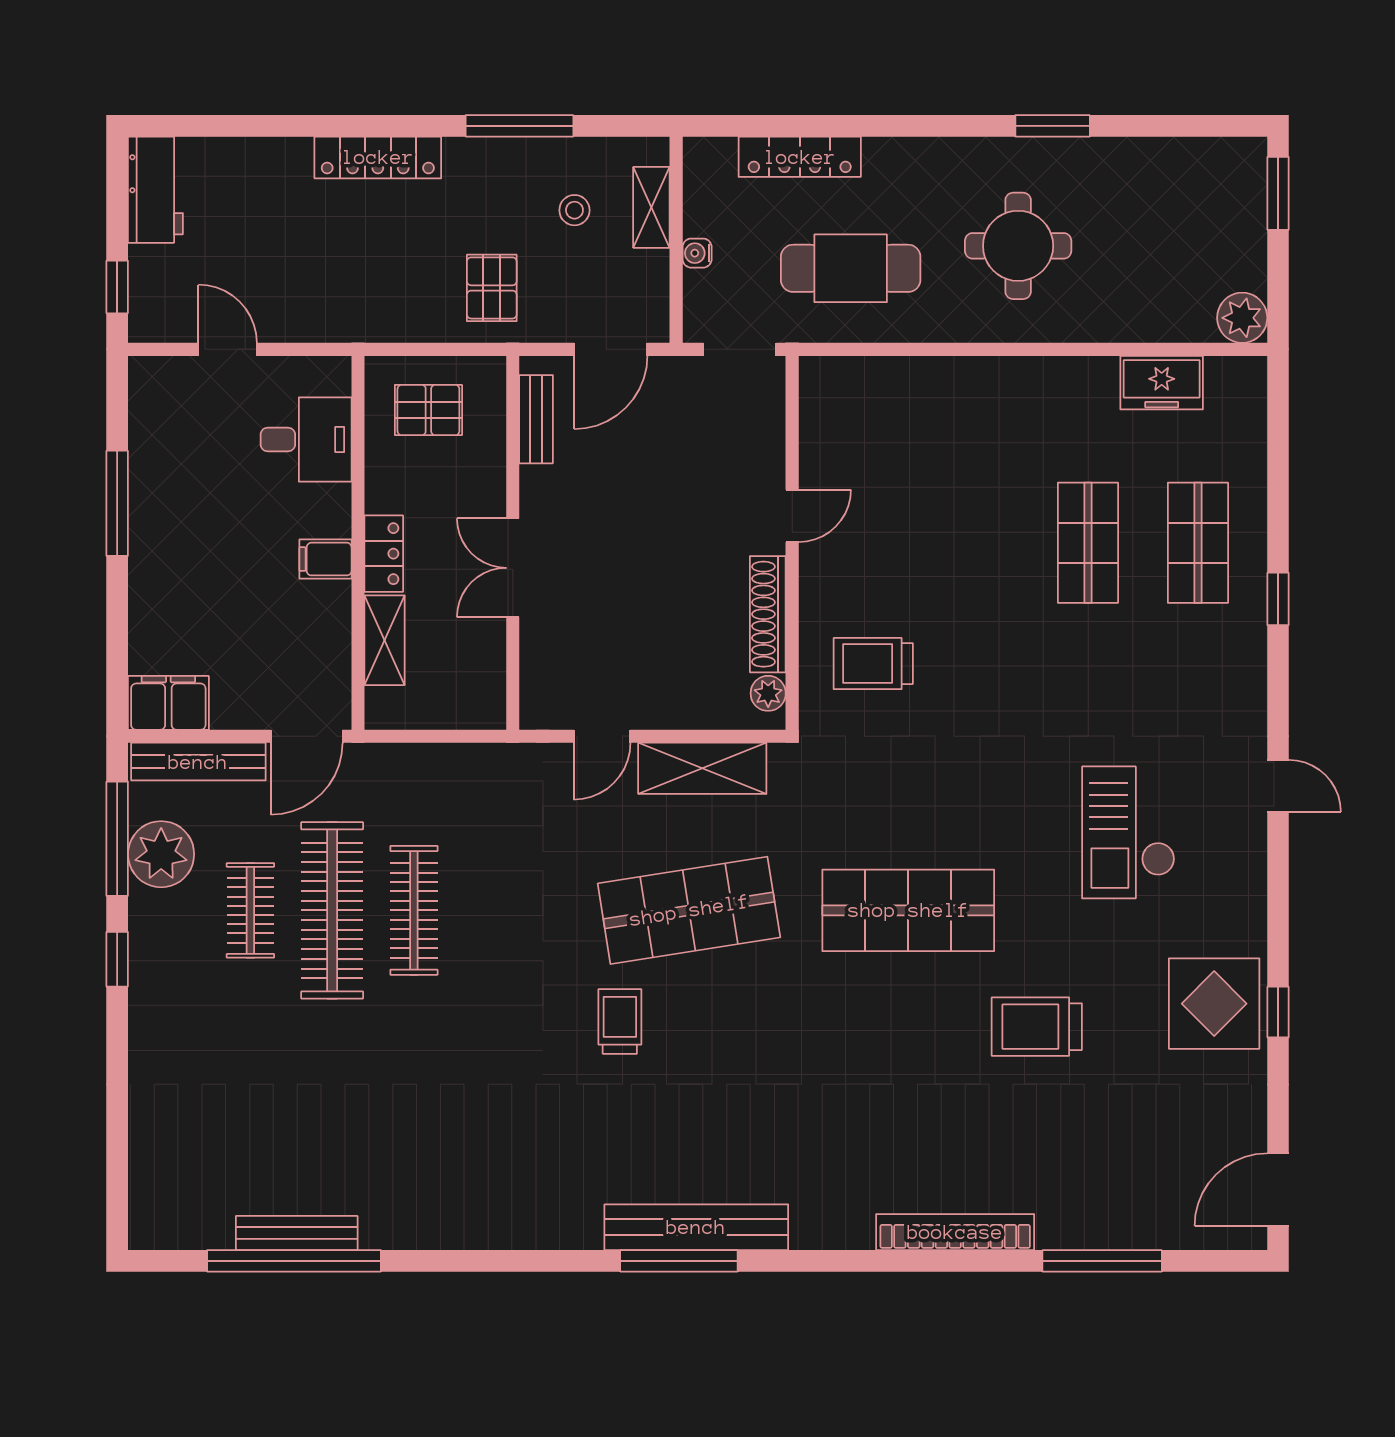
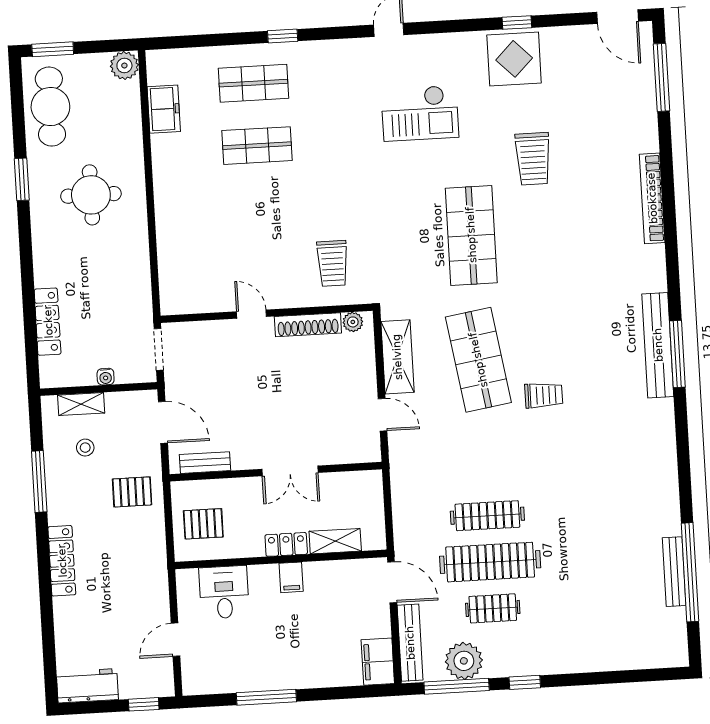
cafe table: (851, 268) -> (50, 107), moved
pallet: (428, 410) -> (203, 524), turned 90
trolley: (620, 1021) -> (544, 395), turned 180
window: (1102, 1261) -> (661, 77), moved

